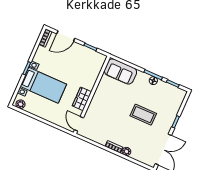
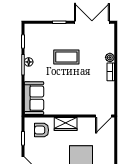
armchair: (90, 66) -> (42, 130), added
wardrobe: (82, 99) -> (66, 124), moved
coffee table: (143, 115) -> (66, 57), turned 90

